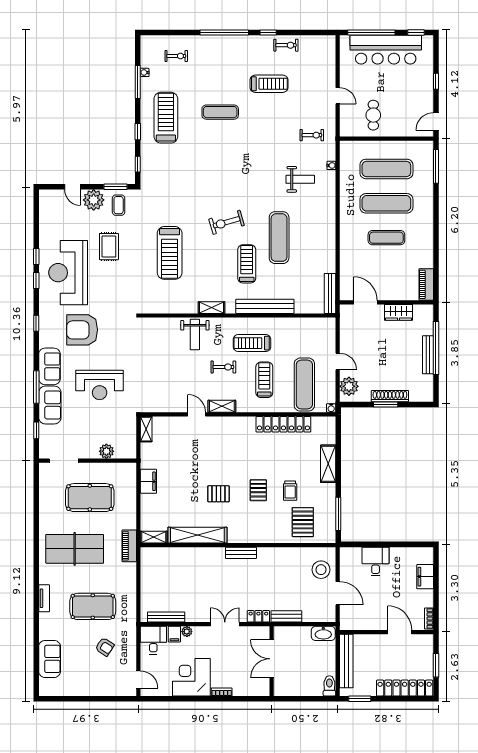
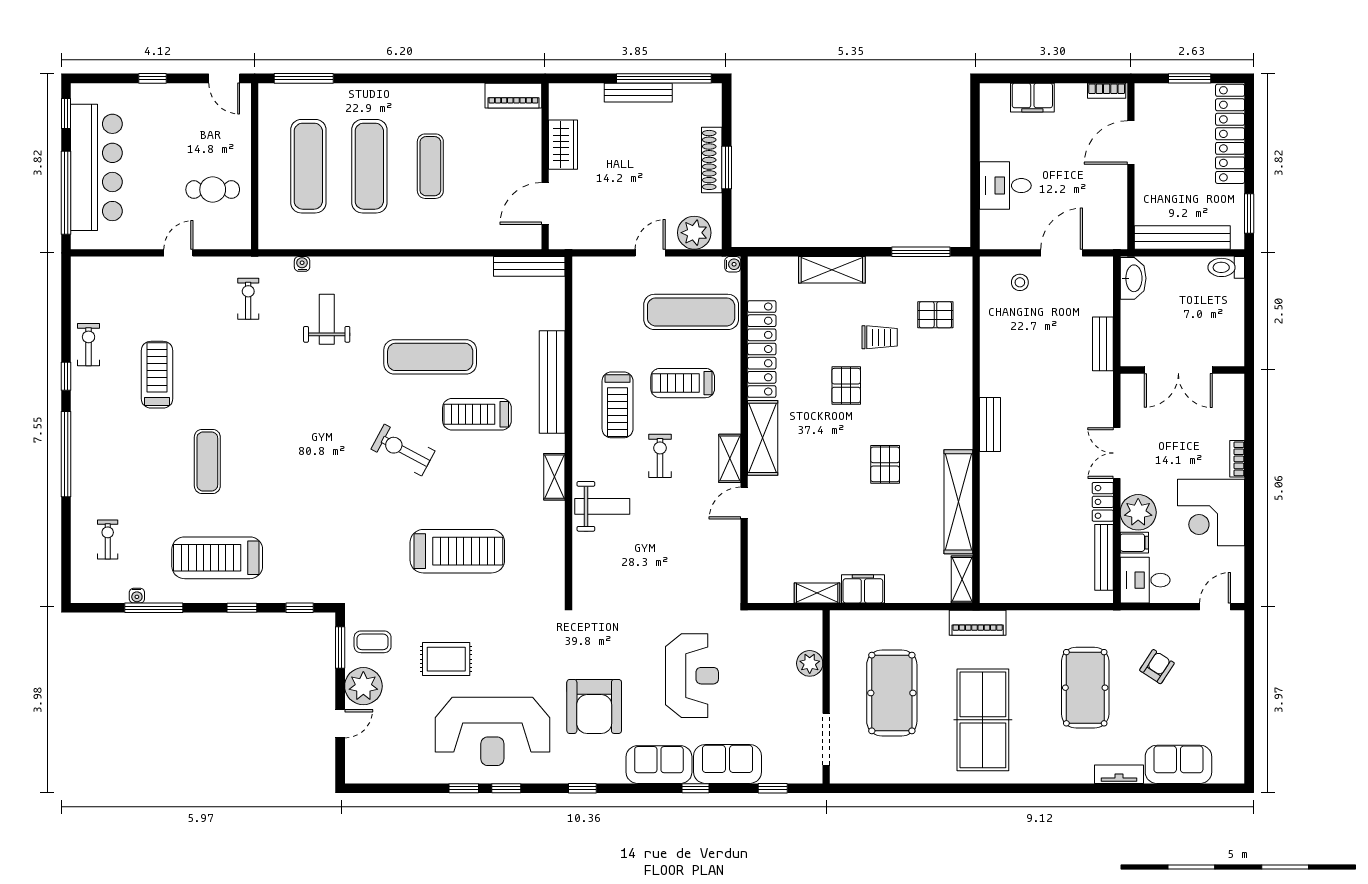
exercise bike: (227, 222) -> (403, 450), turned 134
window: (436, 348) -> (664, 78), moved
window: (36, 387) -> (695, 788), width x0.46
shelving: (233, 425) -> (763, 438), added
shelving: (146, 429) -> (817, 593), moved
pallet: (258, 490) -> (846, 386), moved, turned 90
pallet: (303, 522) -> (935, 315), width x0.67, depth x0.71
stool: (321, 570) -> (1020, 282), width x0.53, depth x0.53
tv unit: (44, 598) -> (1119, 774), moved
locker: (258, 616) -> (1103, 502), moved
plant: (187, 632) -> (1138, 512), width x1.87, depth x1.87

